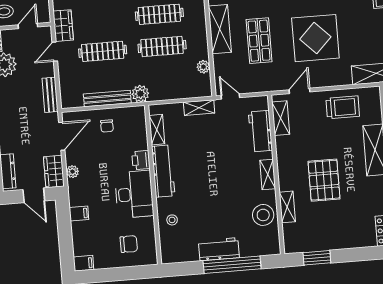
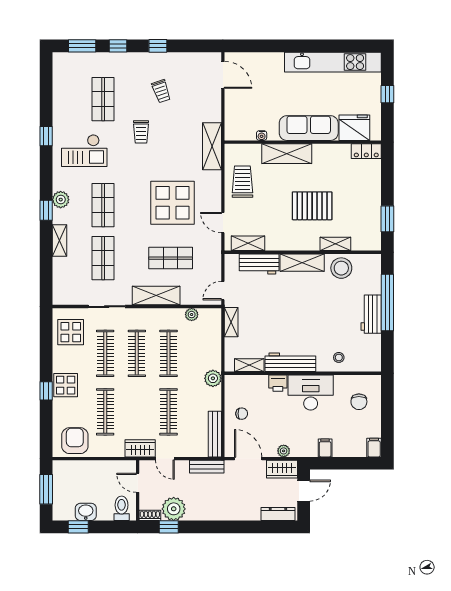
bench: (107, 99) -> (215, 434), moved
shelving: (268, 174) -> (302, 263), width x1.50, depth x1.33
chair: (129, 244) -> (359, 402), turned 180

